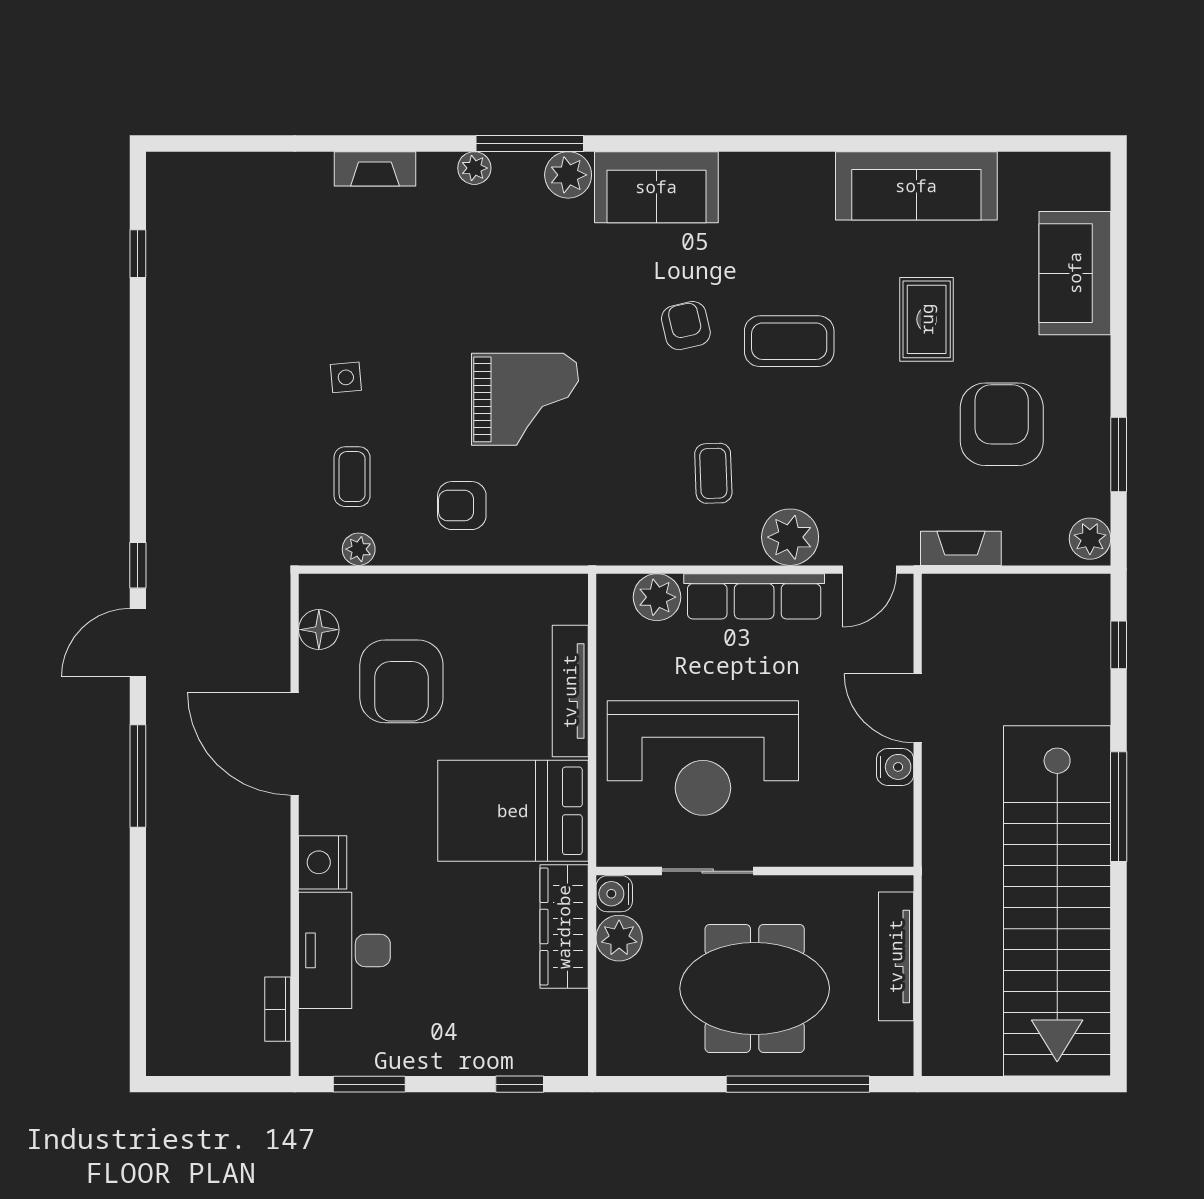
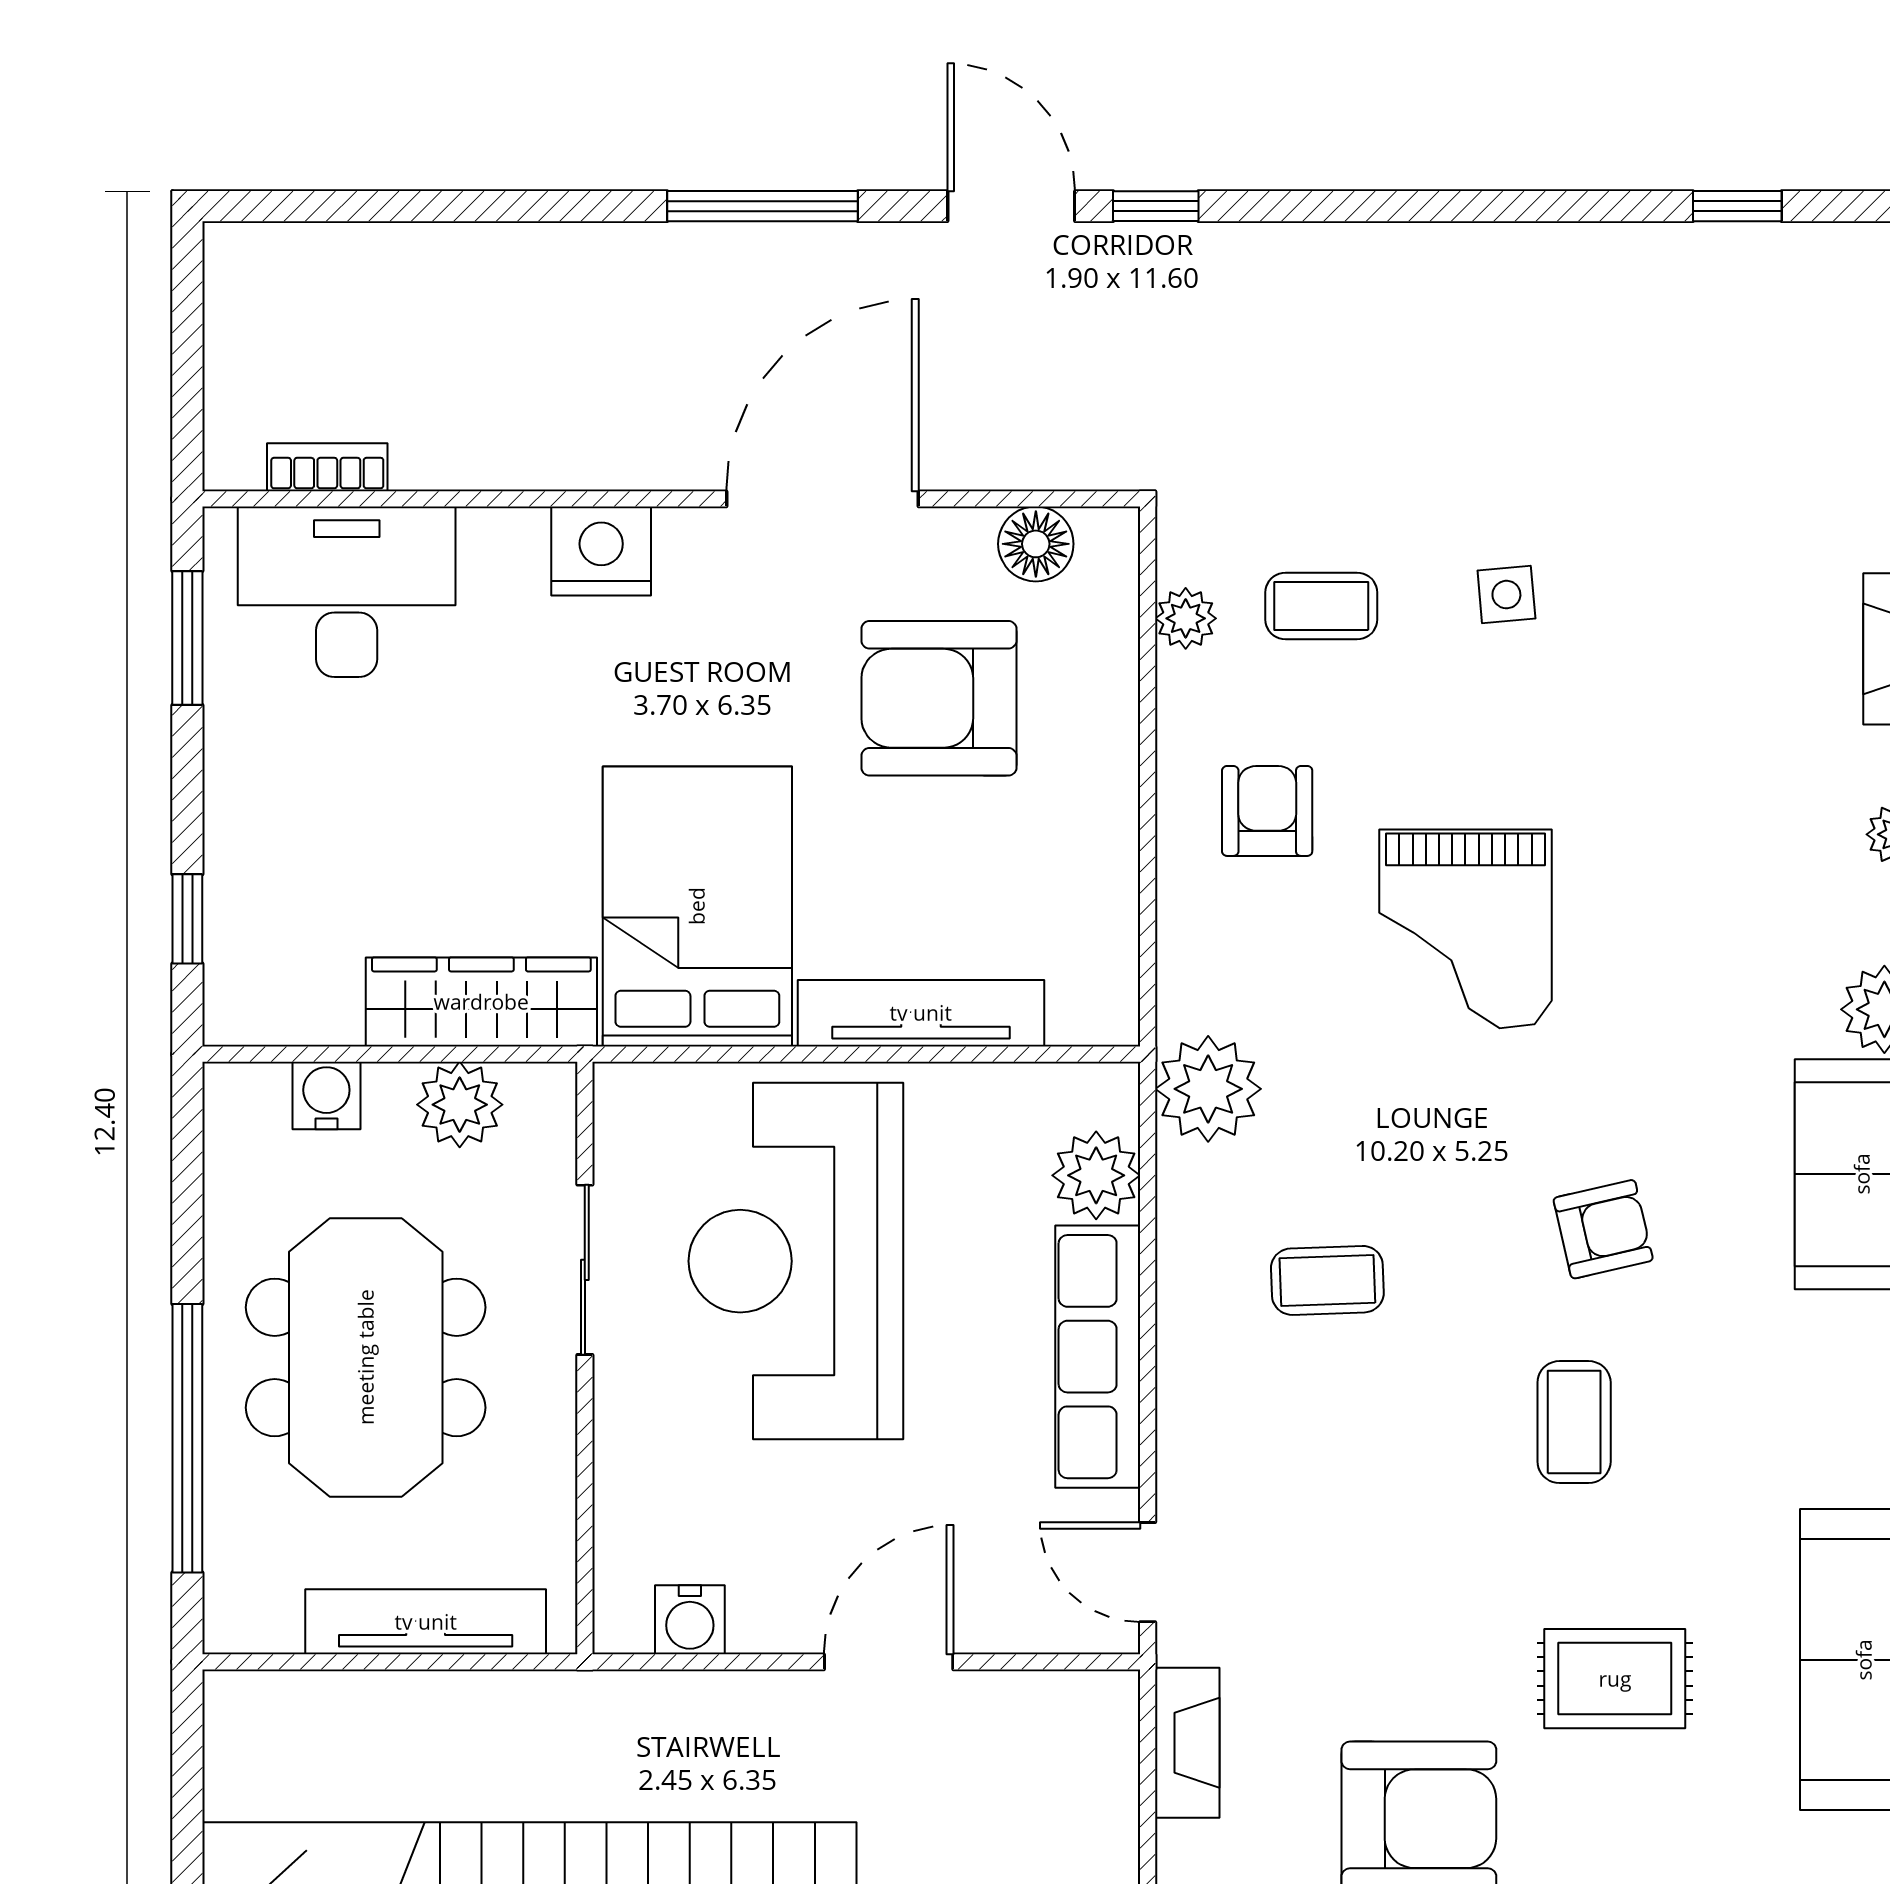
coffee table: (789, 341) -> (1574, 1422), width x0.73, depth x0.77
plant: (790, 537) -> (1208, 1089), moved
water cooler: (895, 767) -> (690, 1620), moved
water cooler: (614, 894) -> (326, 1095), moved
desk: (344, 950) -> (347, 592), moved

